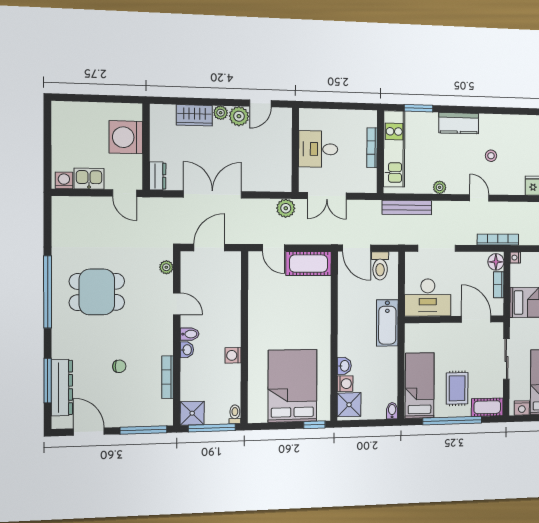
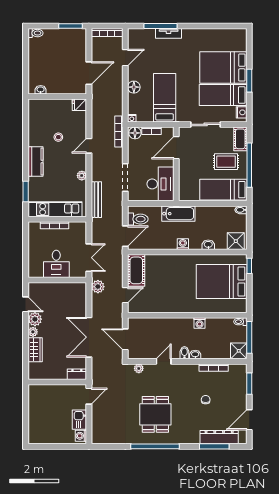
washing machine: (126, 137) -> (51, 395), removed
washing machine: (345, 384) -> (183, 244), moved
window: (143, 430) -> (249, 384), width x0.69

